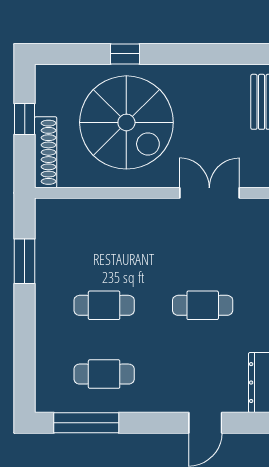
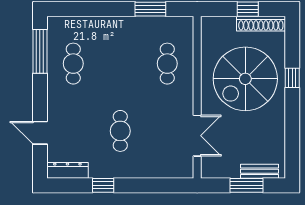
shoe rack: (46, 152) -> (261, 24), moved
cafe table: (104, 305) -> (167, 64), moved

